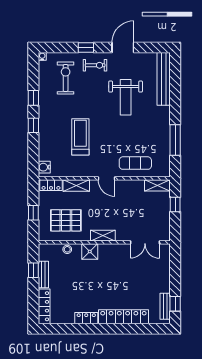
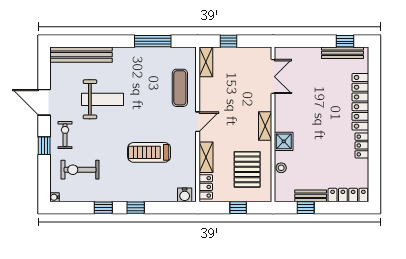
bench: (165, 306) -> (342, 53), width x1.36

